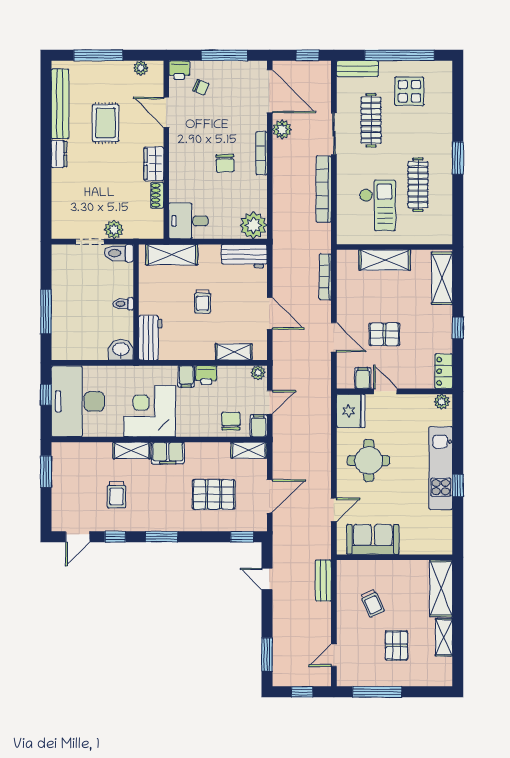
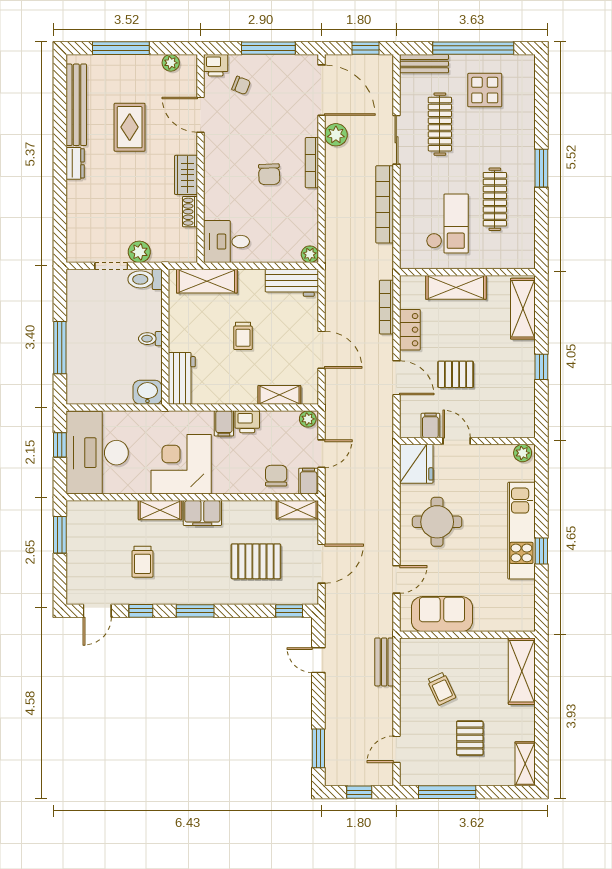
plant: (253, 225) -> (310, 254), width x0.53, depth x0.53
locker: (444, 371) -> (410, 330), moved, turned 180
shelving: (444, 637) -> (525, 764), moved

